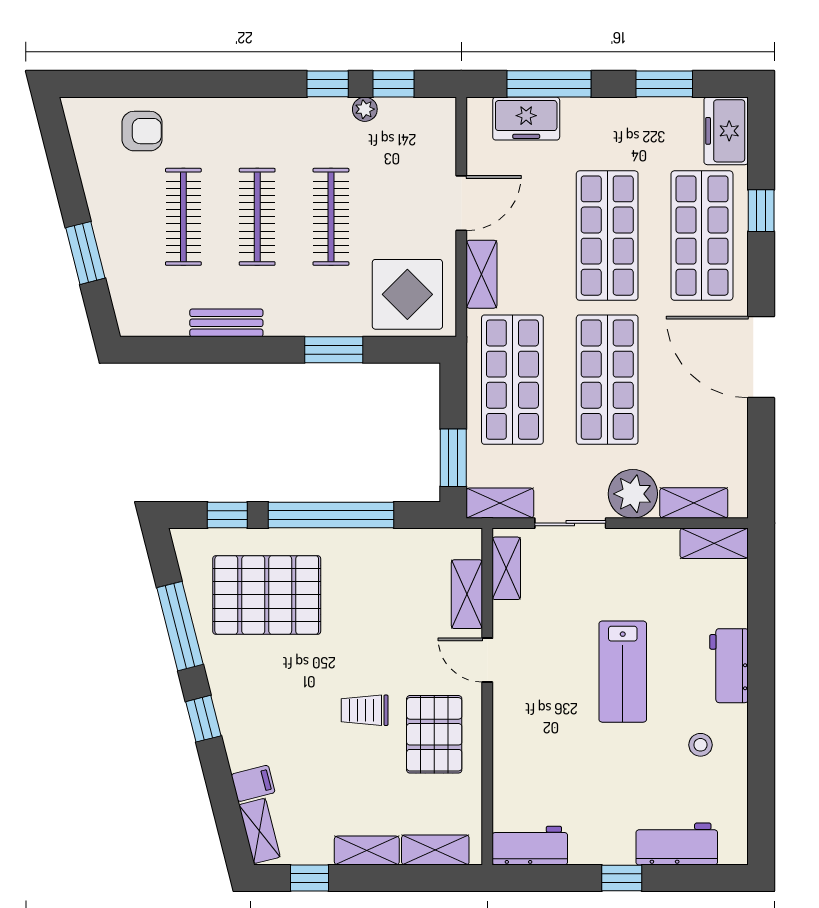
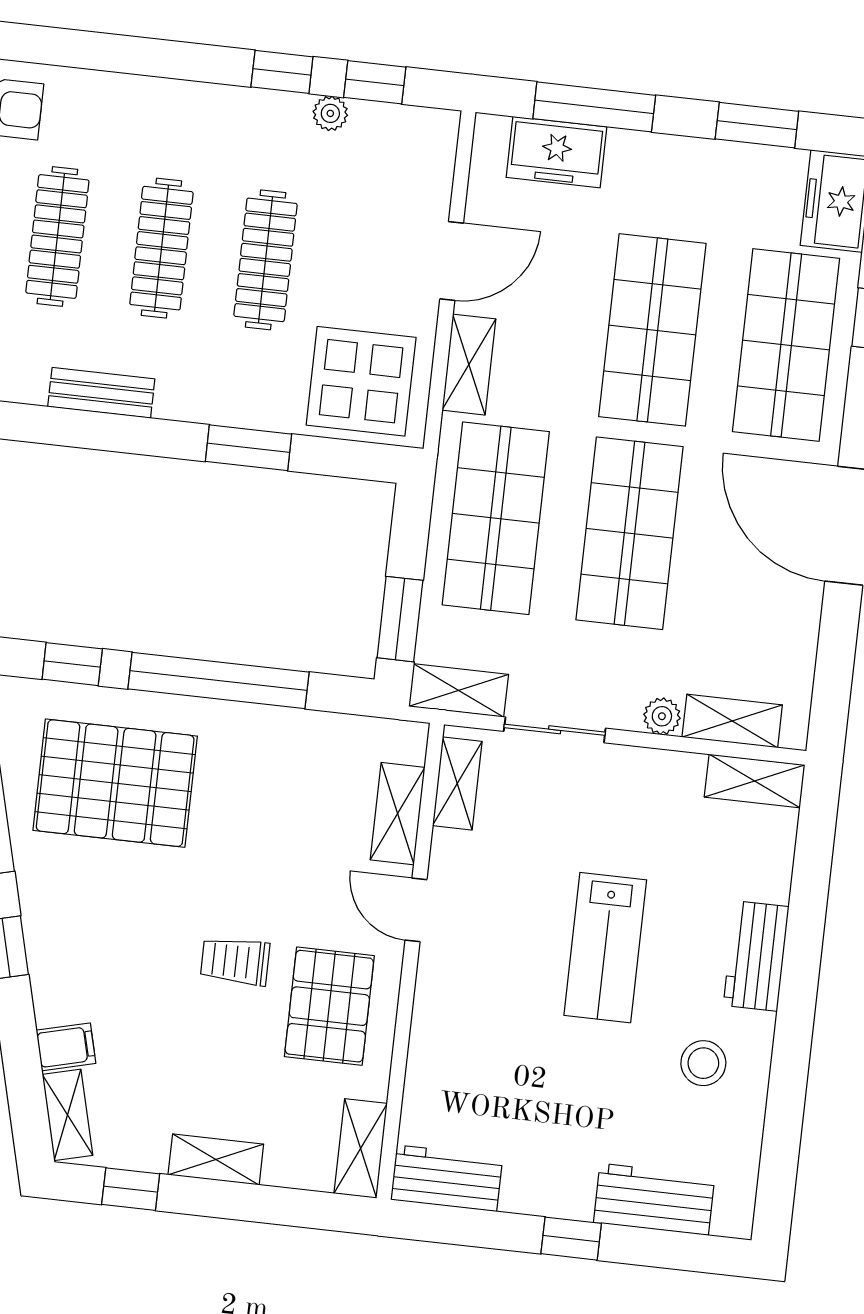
plant: (633, 494) -> (662, 716), width x0.53, depth x0.53
stool: (700, 745) -> (703, 1063), width x1.37, depth x1.37
shelving: (435, 850) -> (361, 1148), moved, turned 90

